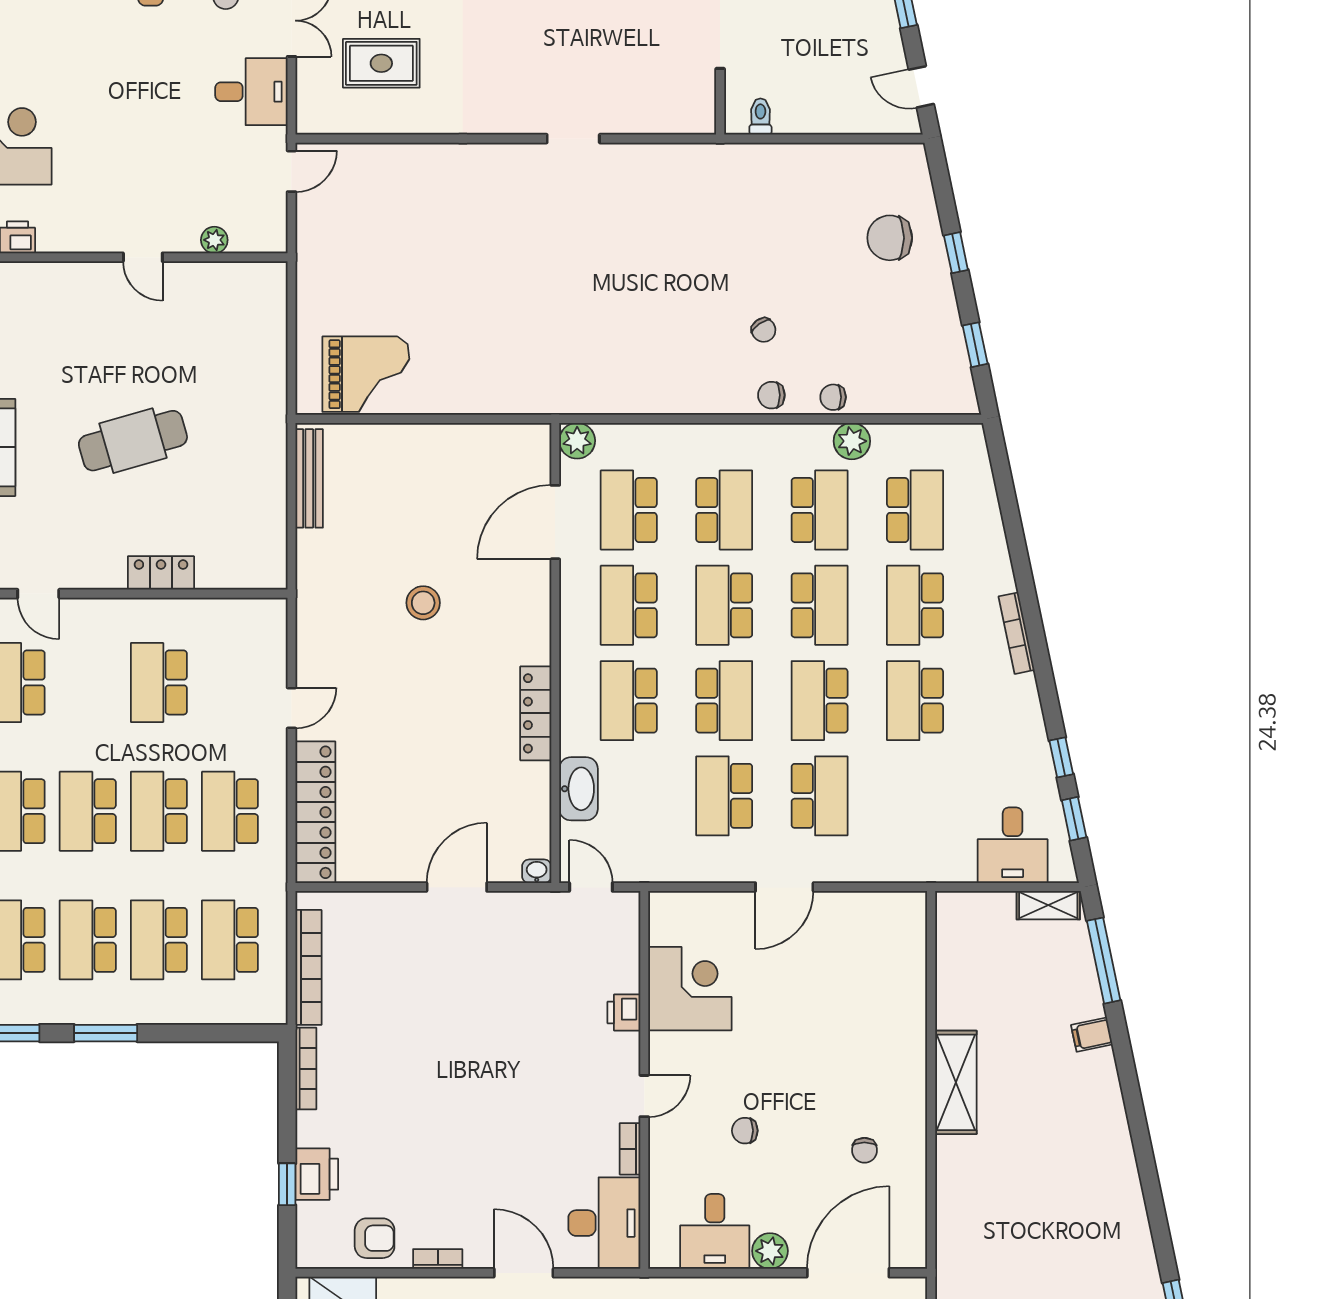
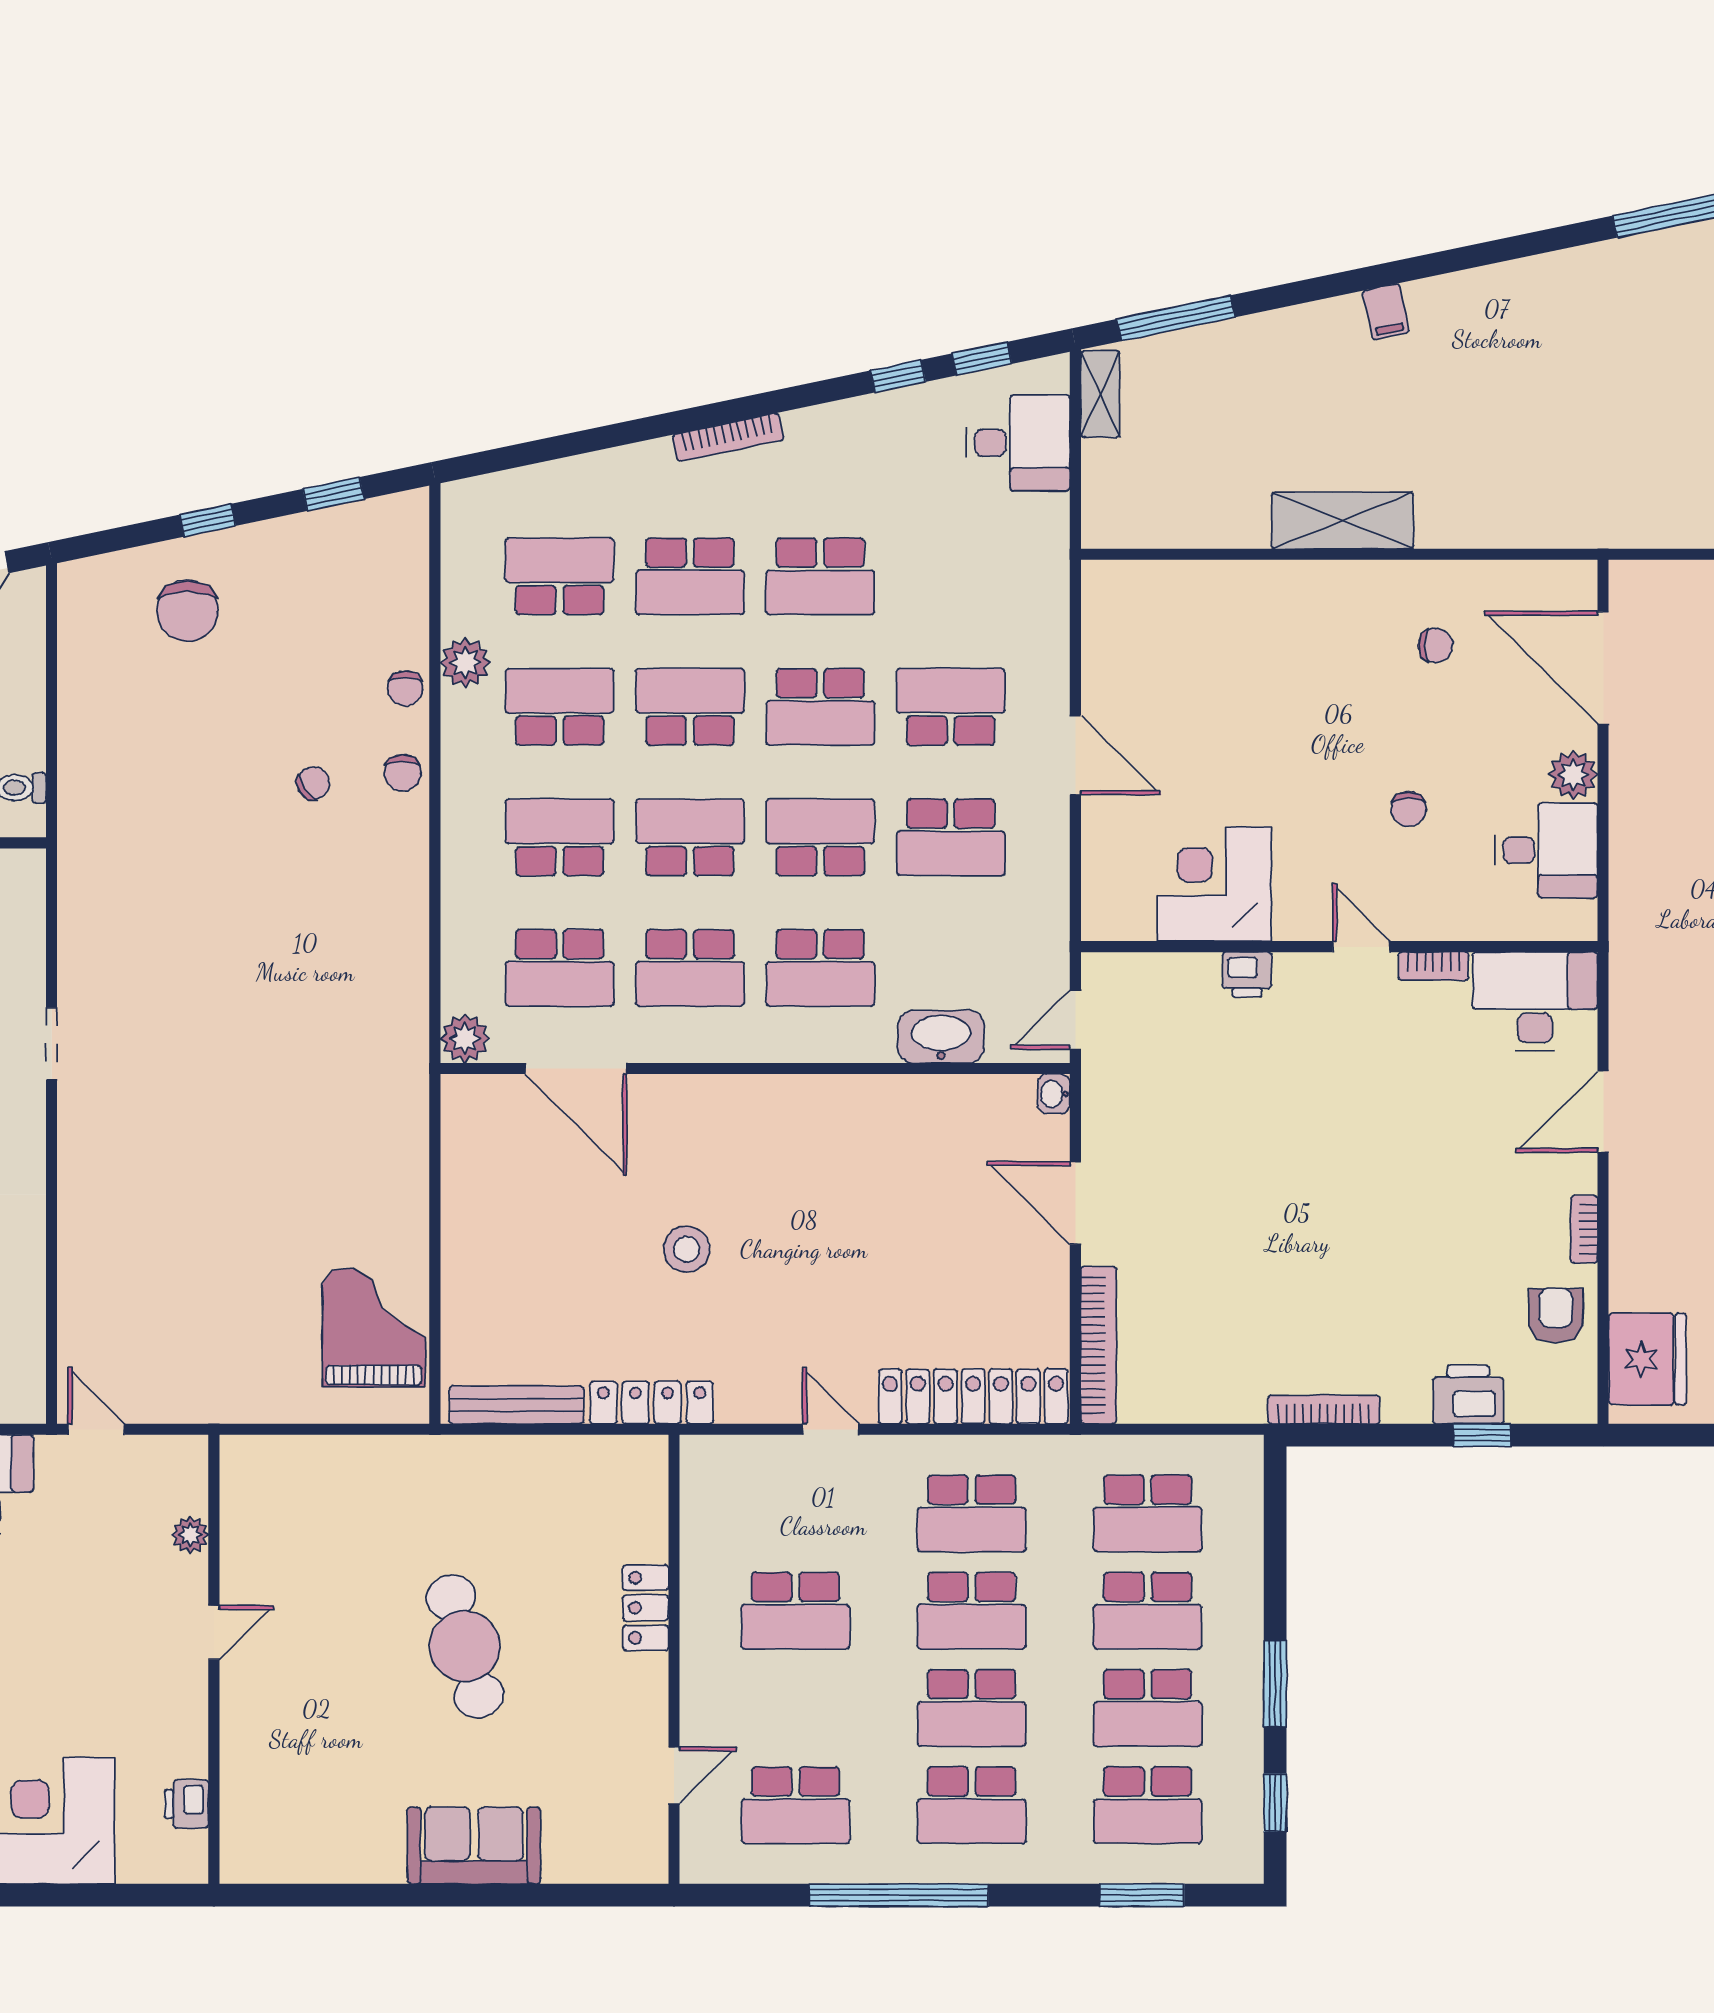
school desk: (724, 605) -> (690, 837), turned 180
locker: (536, 713) -> (652, 1403), moved, turned 180
bookcase: (308, 967) -> (1099, 1345), moved, turned 90
filing cabinet: (1092, 1035) -> (1386, 312), moved

